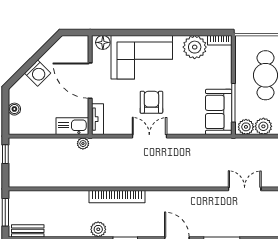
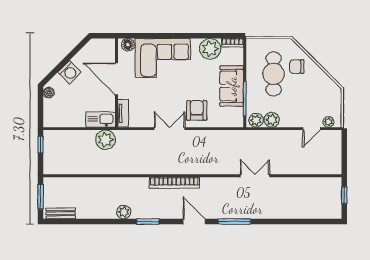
armchair: (151, 102) -> (197, 110), moved
boiler: (14, 109) -> (49, 93), moved
sofa: (219, 112) -> (232, 86), moved
plant: (83, 144) -> (106, 140), width x1.88, depth x1.88
bookcase: (117, 197) -> (174, 183), moved

